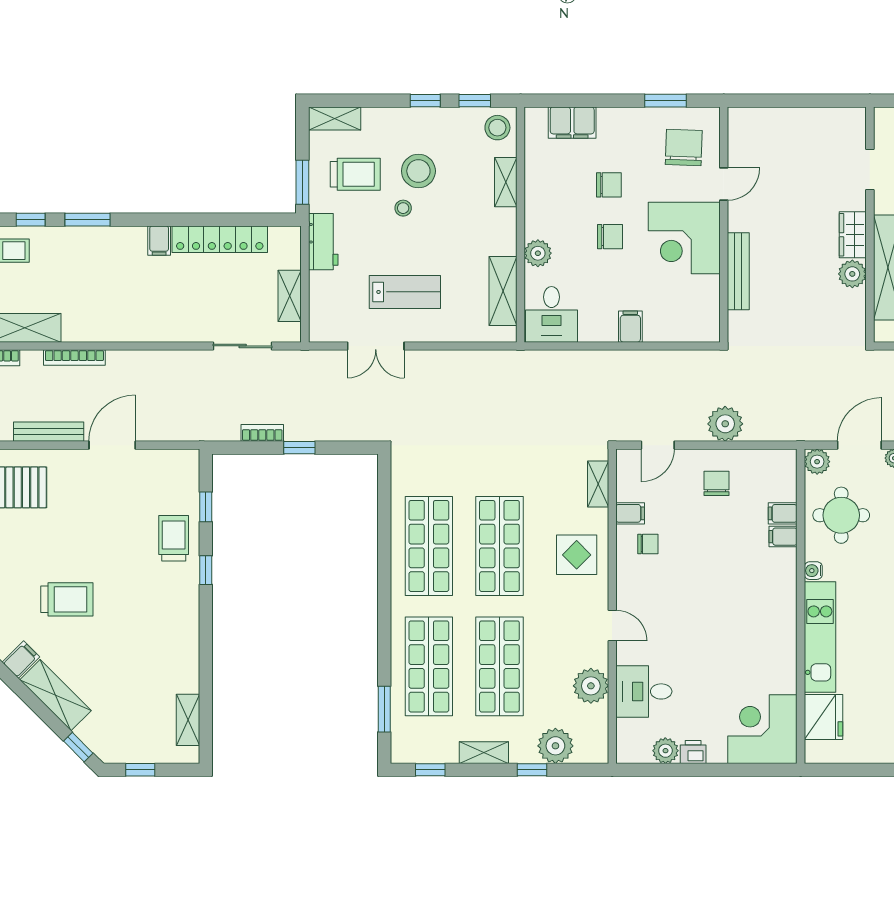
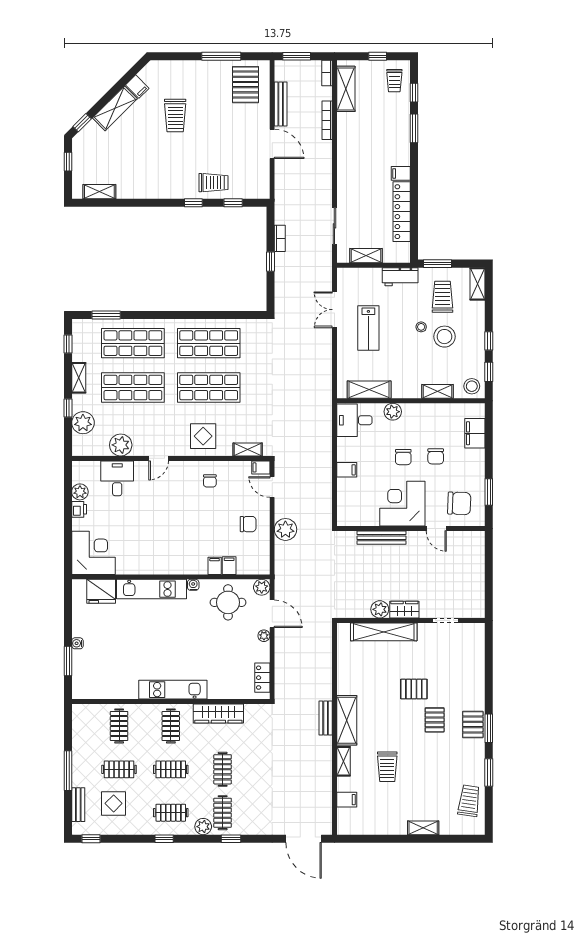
trolley: (355, 174) -> (442, 297), turned 180
filing cabinet: (630, 513) -> (261, 467), moved, turned 90

